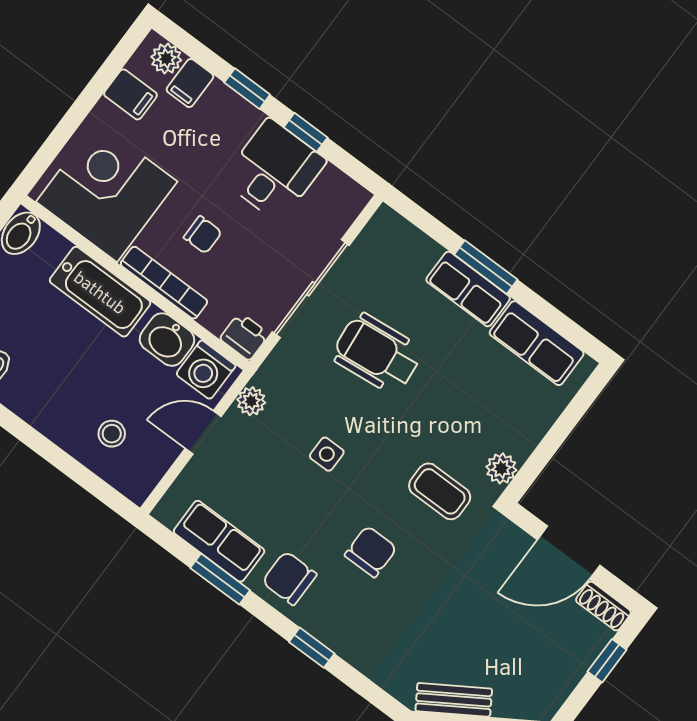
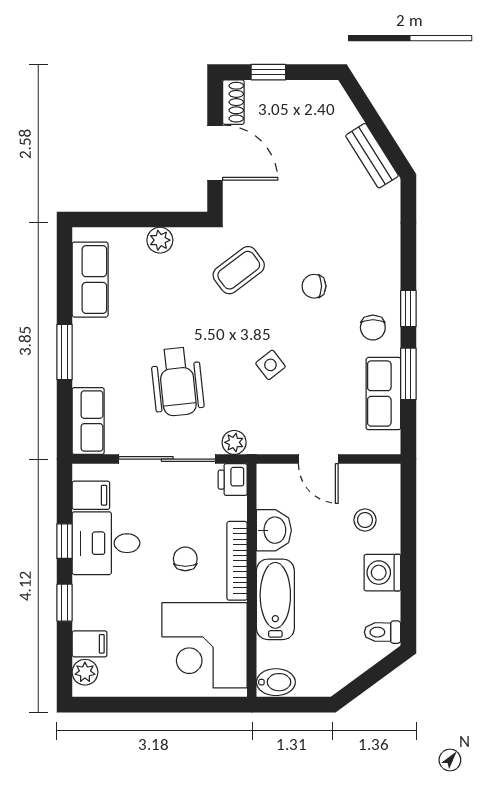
filing cabinet: (130, 94) -> (91, 495), moved, turned 90
row of seats: (468, 289) -> (88, 421), moved
washing machine: (206, 370) -> (382, 573), moved, turned 180
plant: (251, 401) -> (234, 442), moved
side table: (327, 454) -> (270, 365), turned -38
plant: (501, 468) -> (160, 240), moved
coffee table: (440, 491) -> (239, 270), turned 53
chair: (371, 552) -> (314, 286), width x0.73, depth x0.73
chair: (289, 578) -> (373, 328), width x0.73, depth x0.73
window: (312, 648) -> (408, 309), moved

